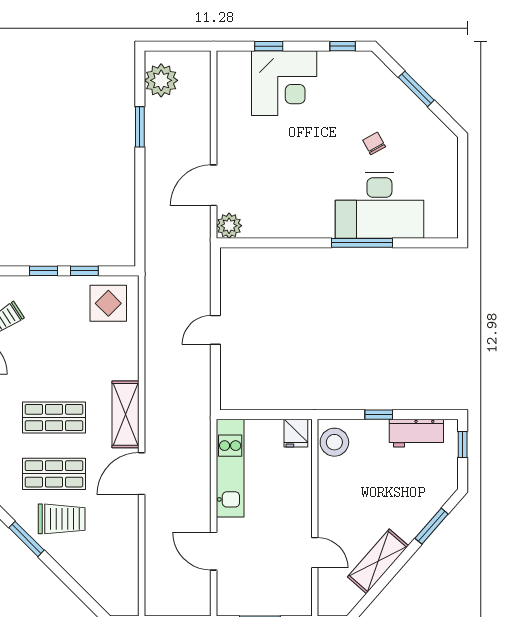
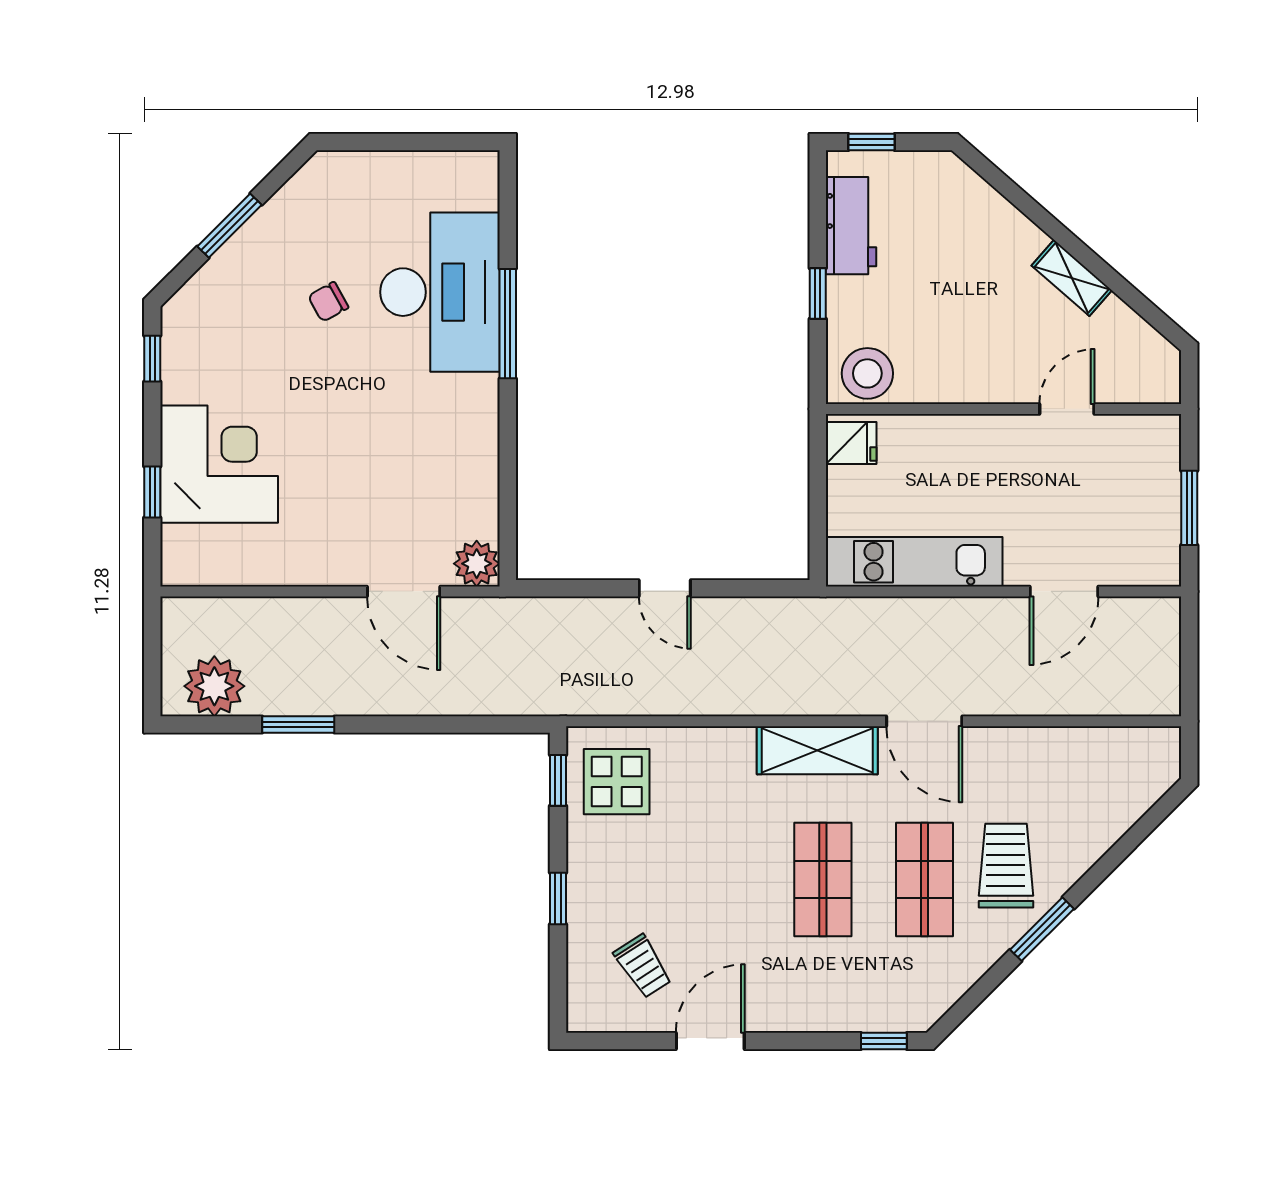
window: (84, 271) -> (558, 780), moved
window: (432, 526) -> (1019, 198), removed
shelving: (378, 561) -> (1072, 278), width x0.67, depth x0.75

